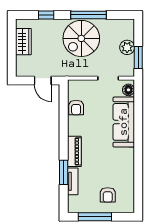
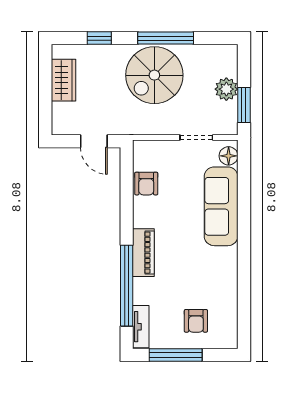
window: (64, 172) -> (127, 286), width x2.11
tv unit: (73, 181) -> (141, 327), moved

